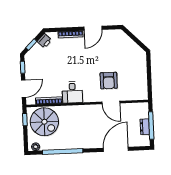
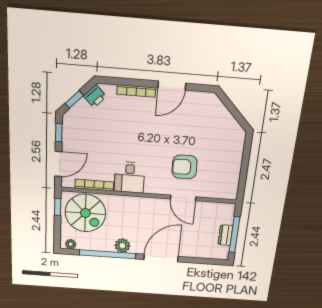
armchair: (109, 81) -> (185, 167), turned 89
plant: (73, 144) -> (122, 246), added
door: (116, 149) -> (161, 258), moved

